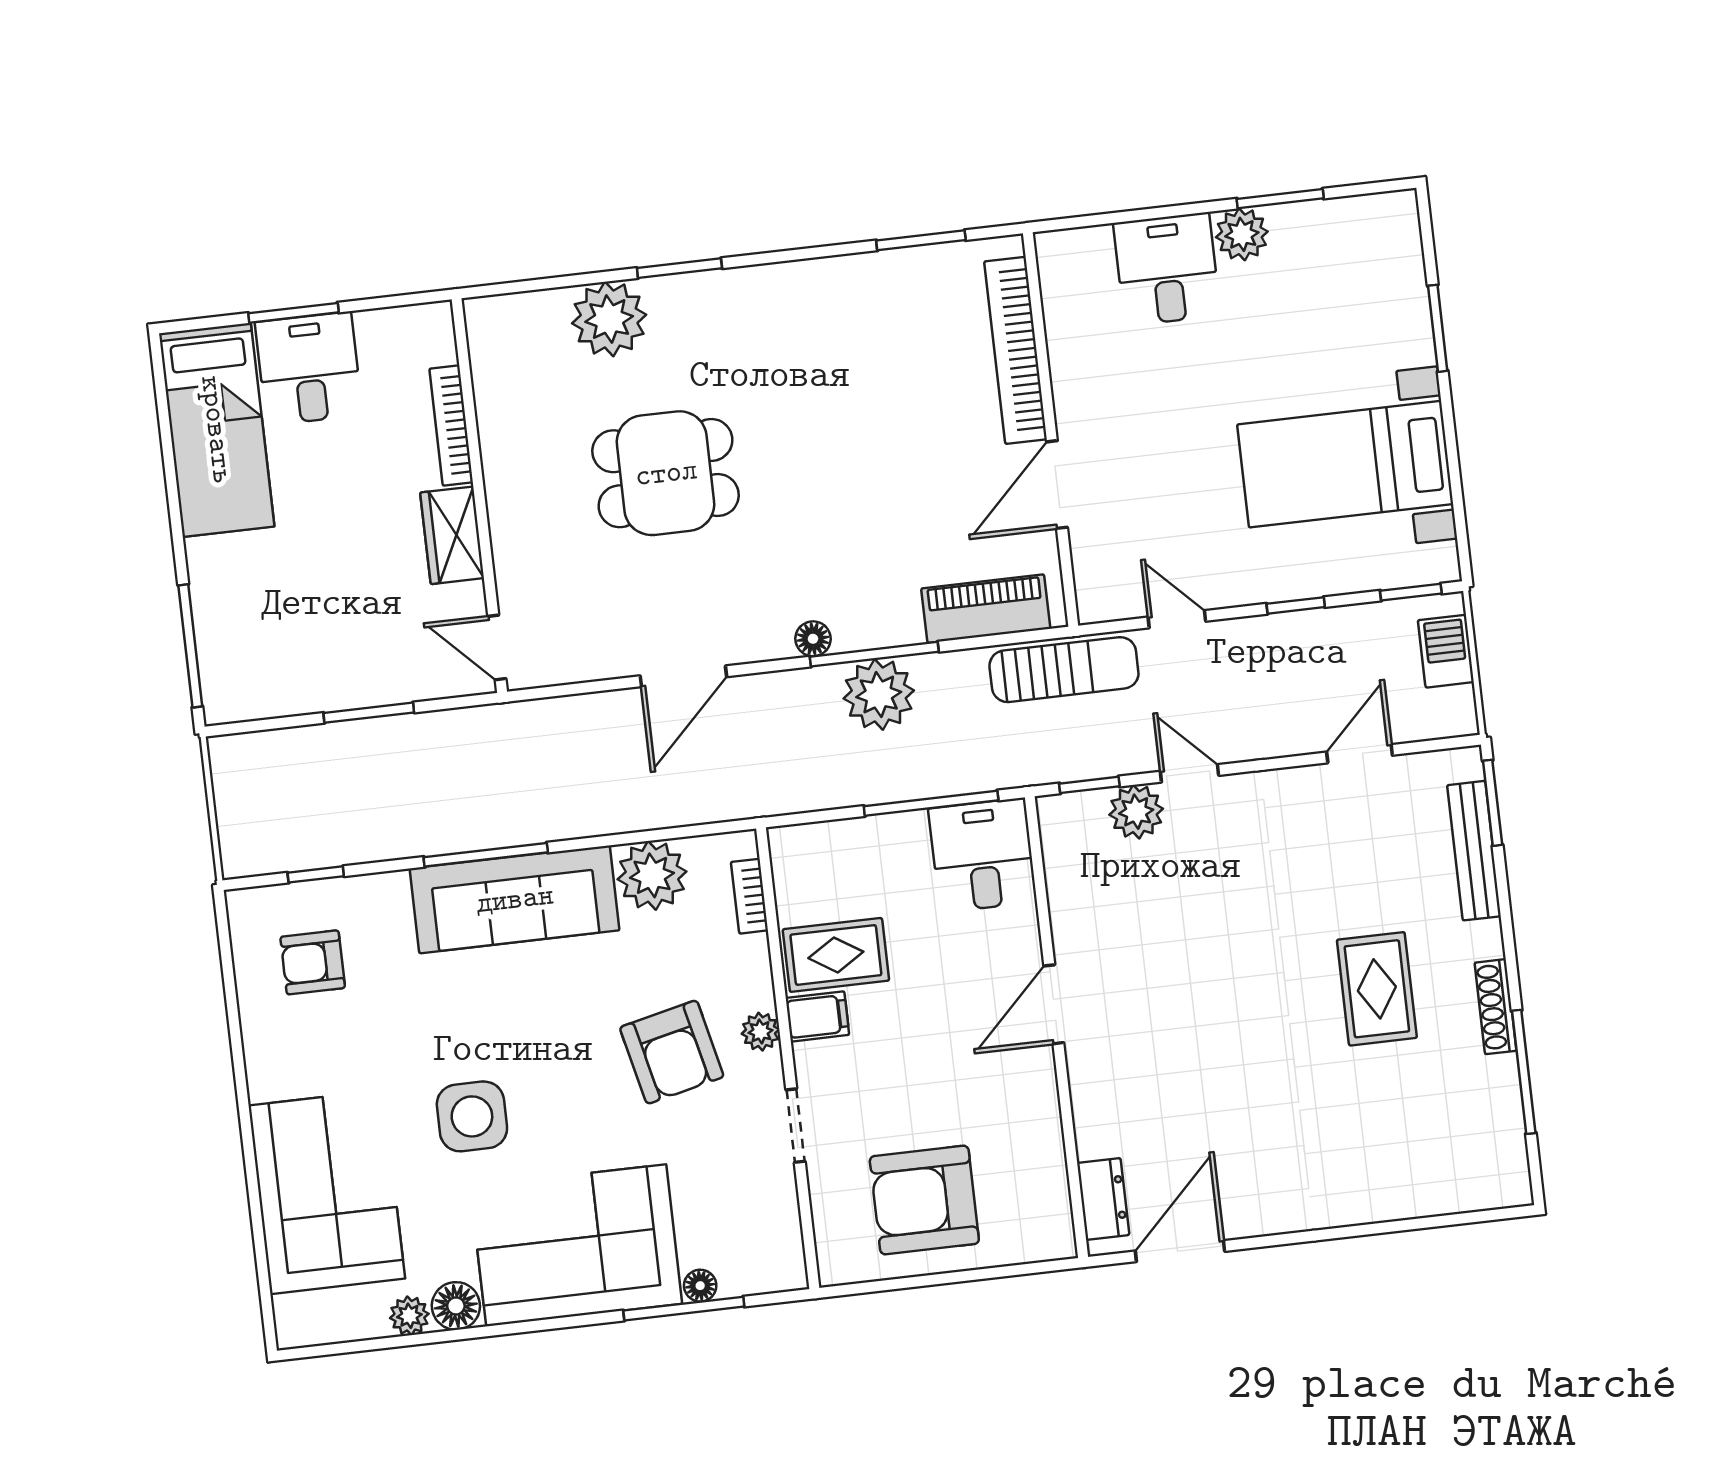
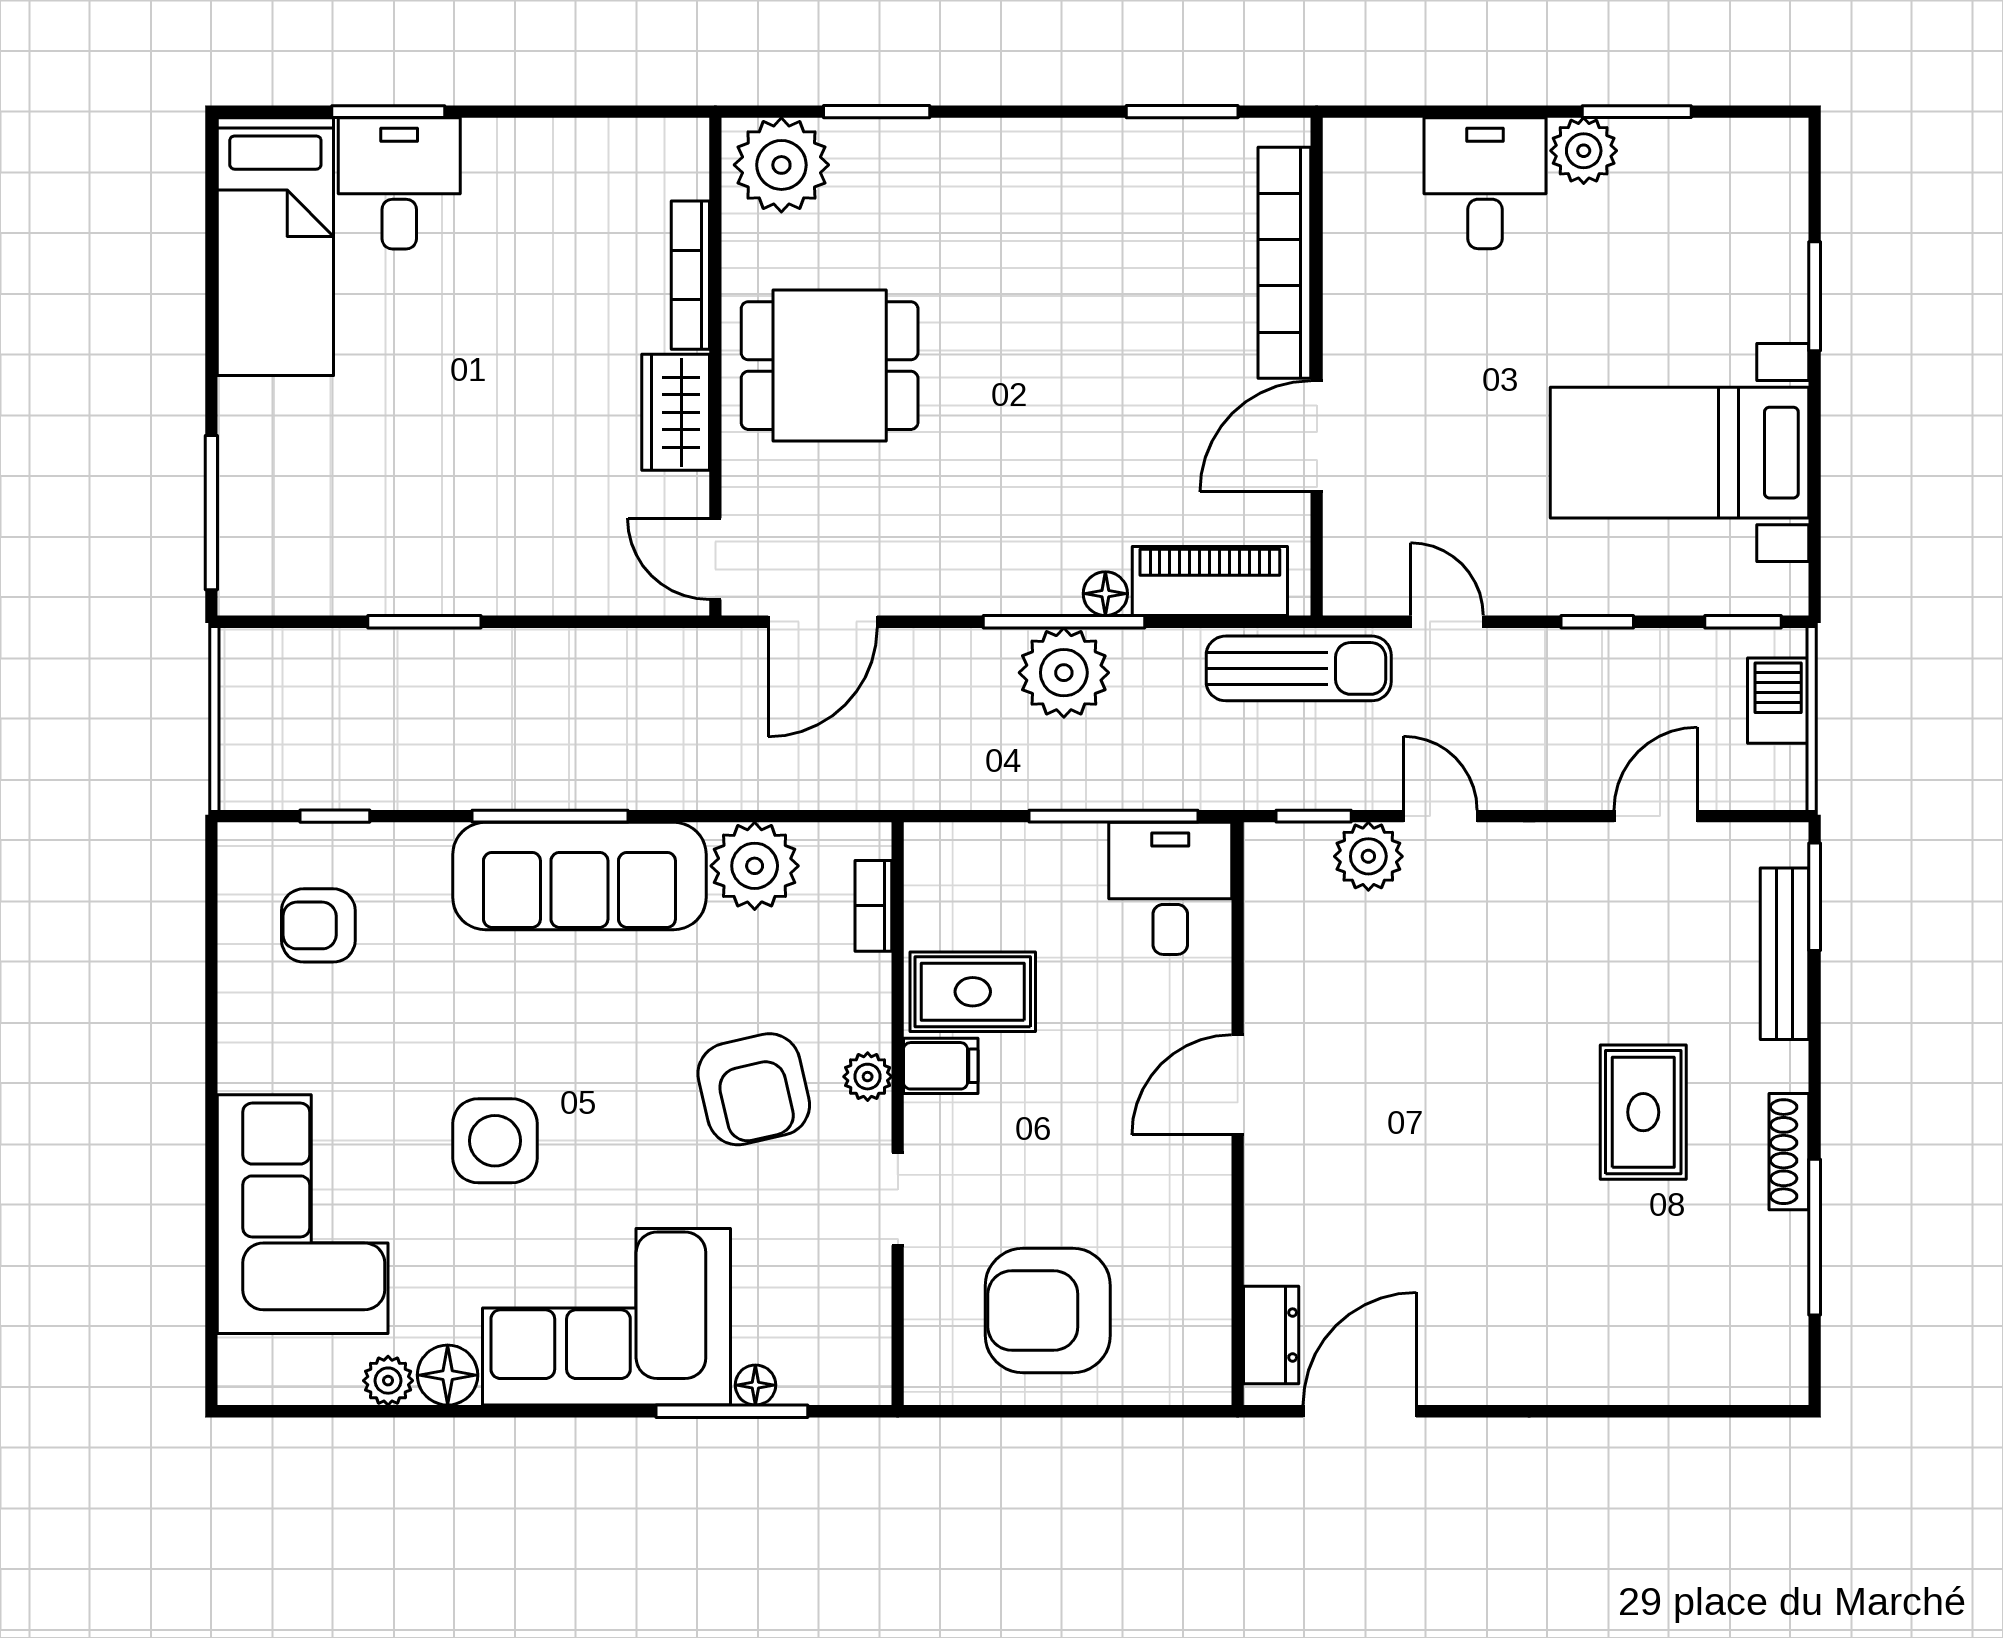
bookcase: (451, 426) -> (690, 275), moved
wall: (479, 496) -> (715, 367), moved
wardrobe: (452, 535) -> (676, 412), moved
floor lamp: (813, 639) -> (1105, 594), moved
door: (497, 647) -> (715, 559), moved

